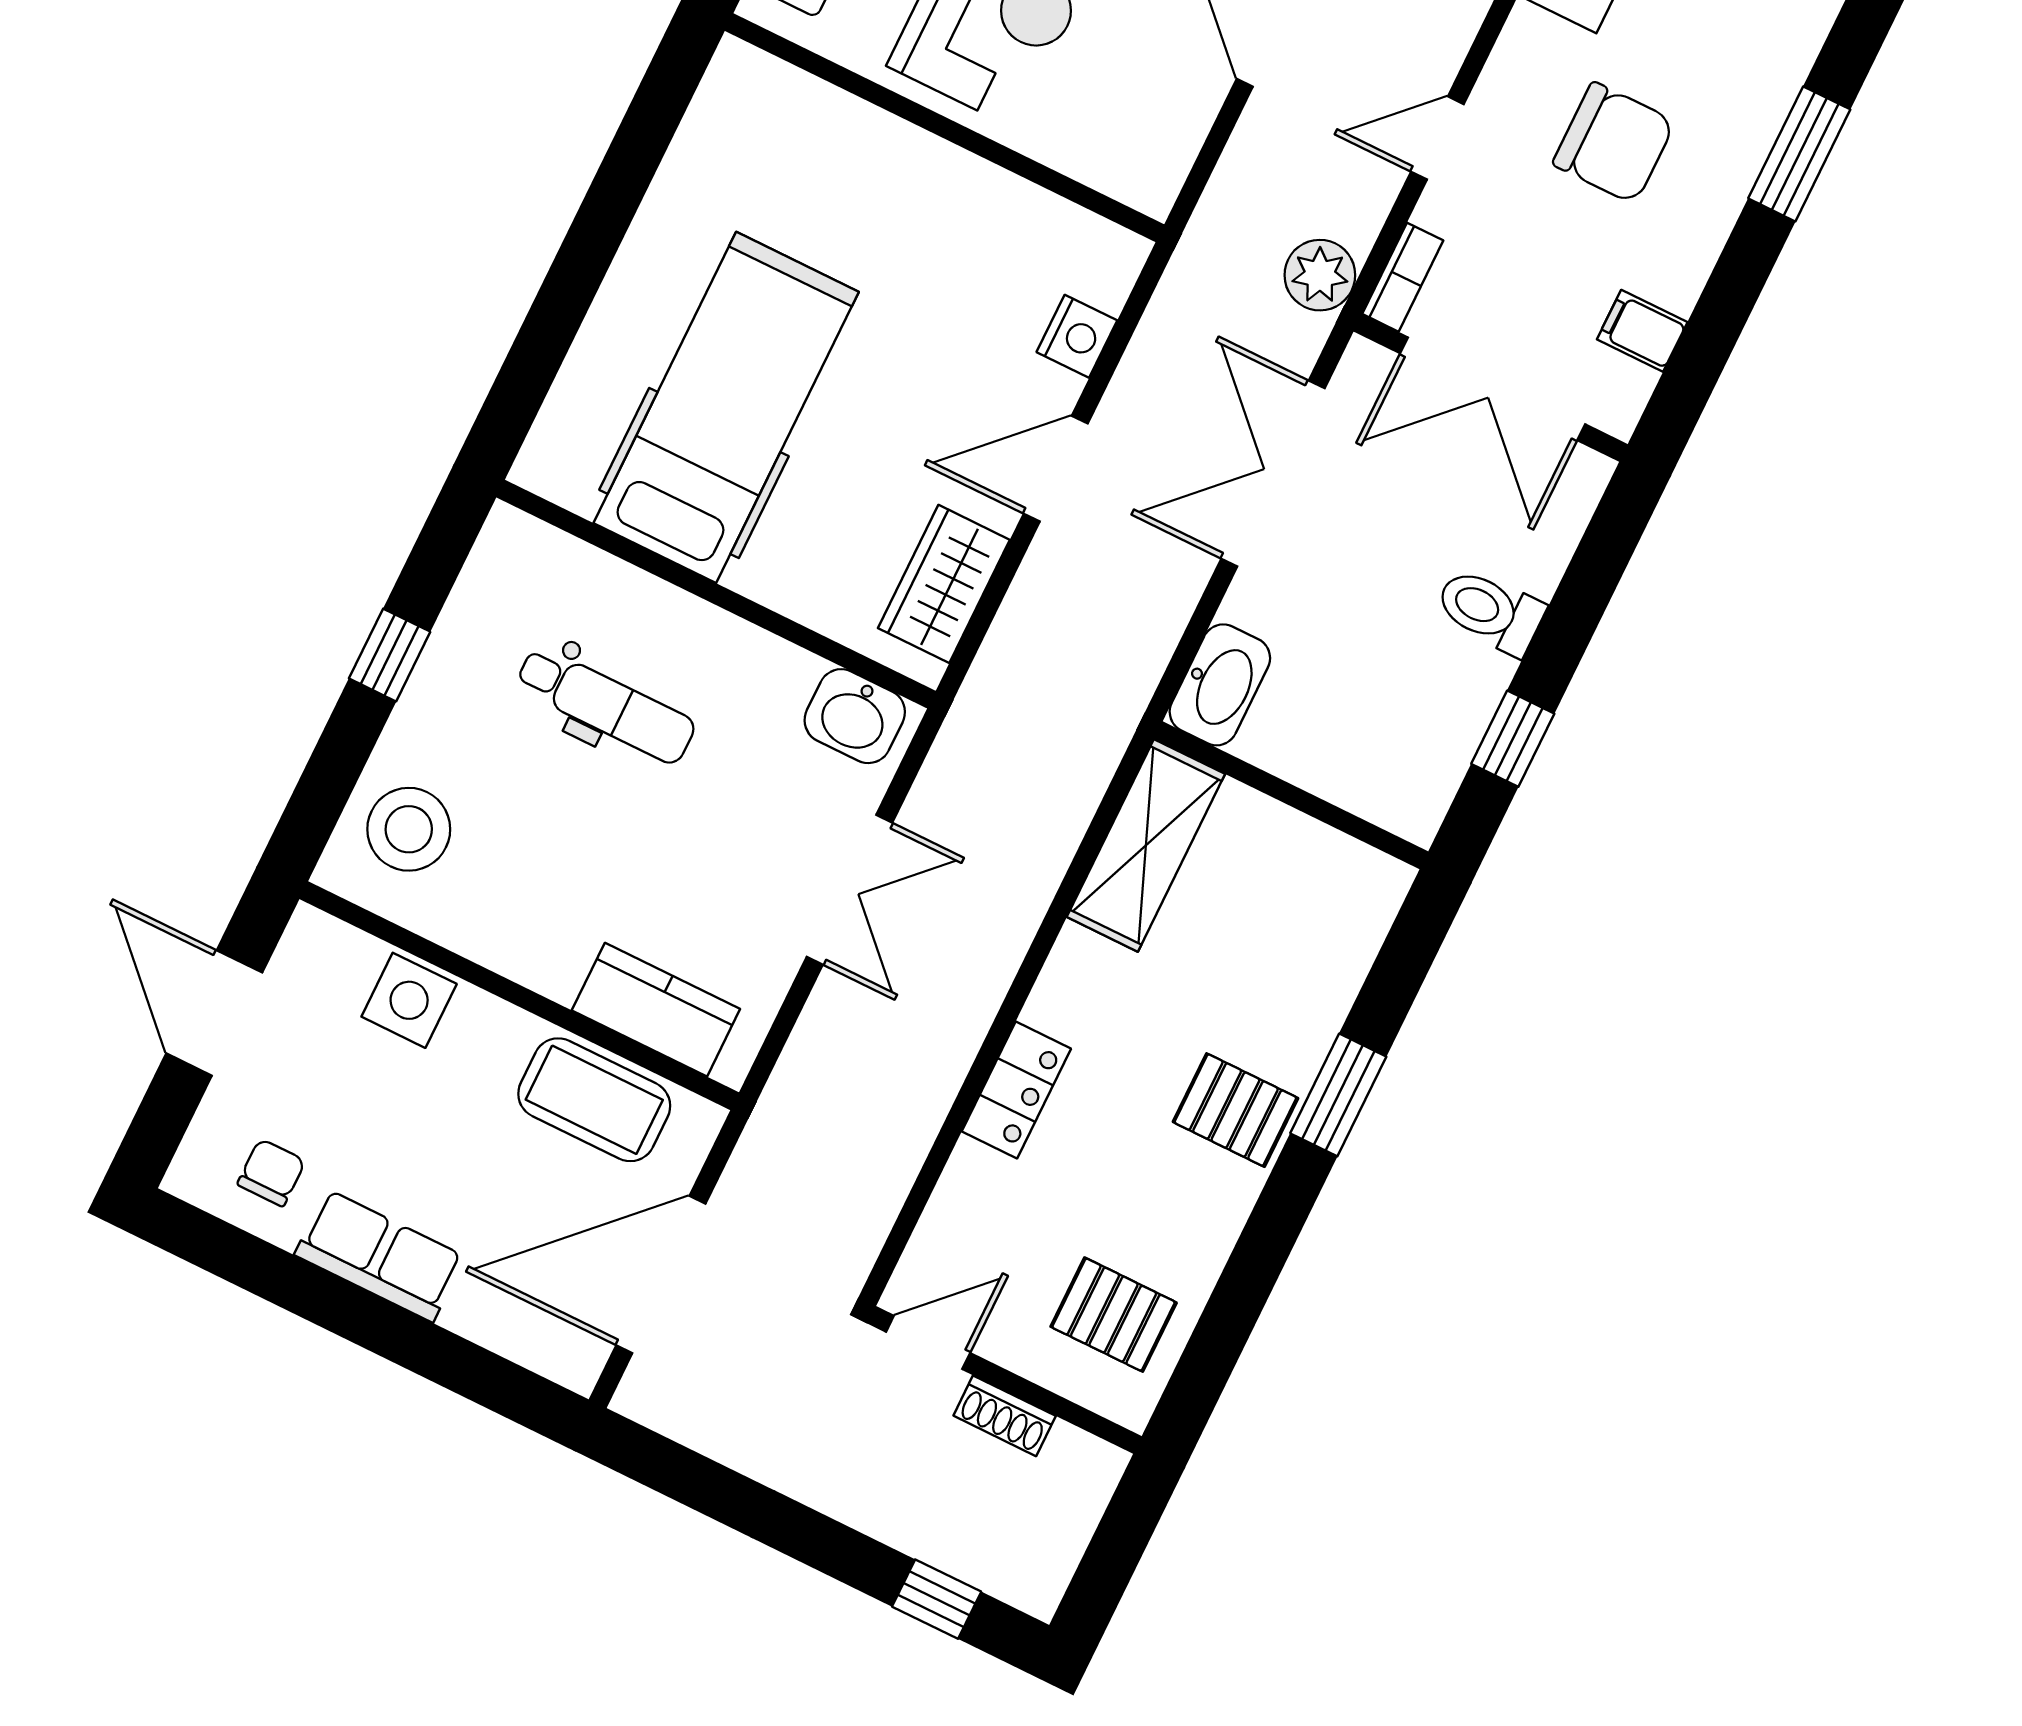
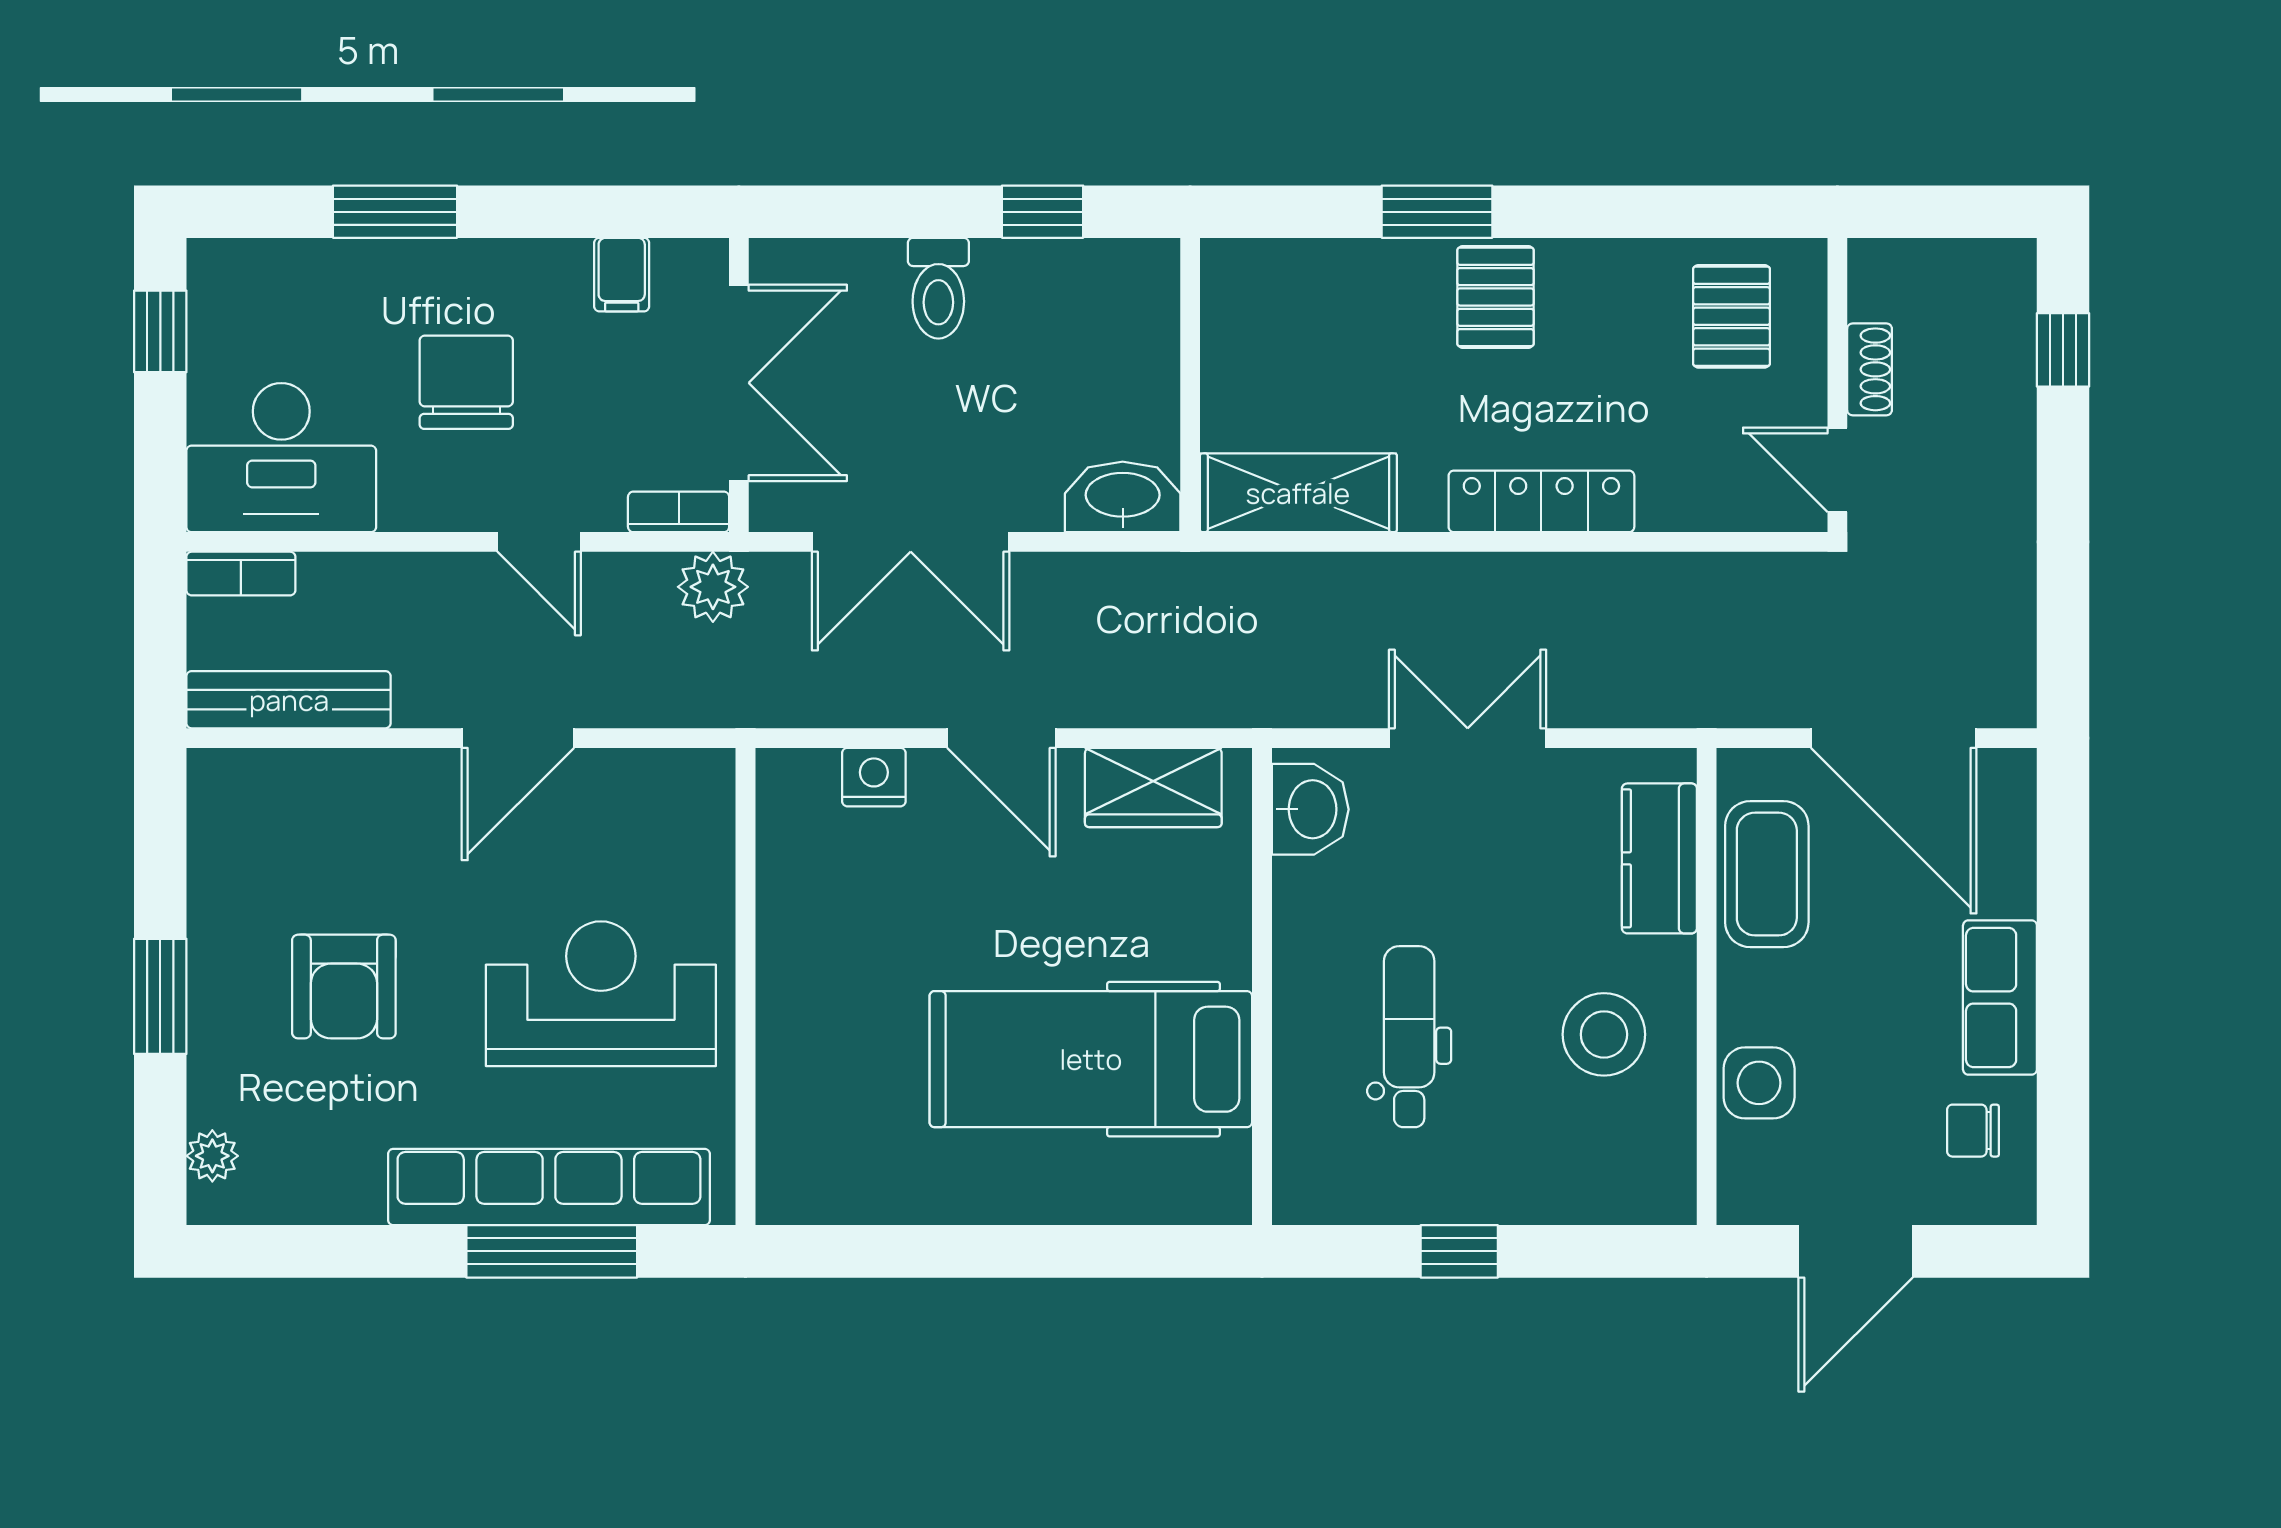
stool: (409, 829) -> (1604, 1034), moved
locker: (1016, 1090) -> (1541, 501), width x1.53

